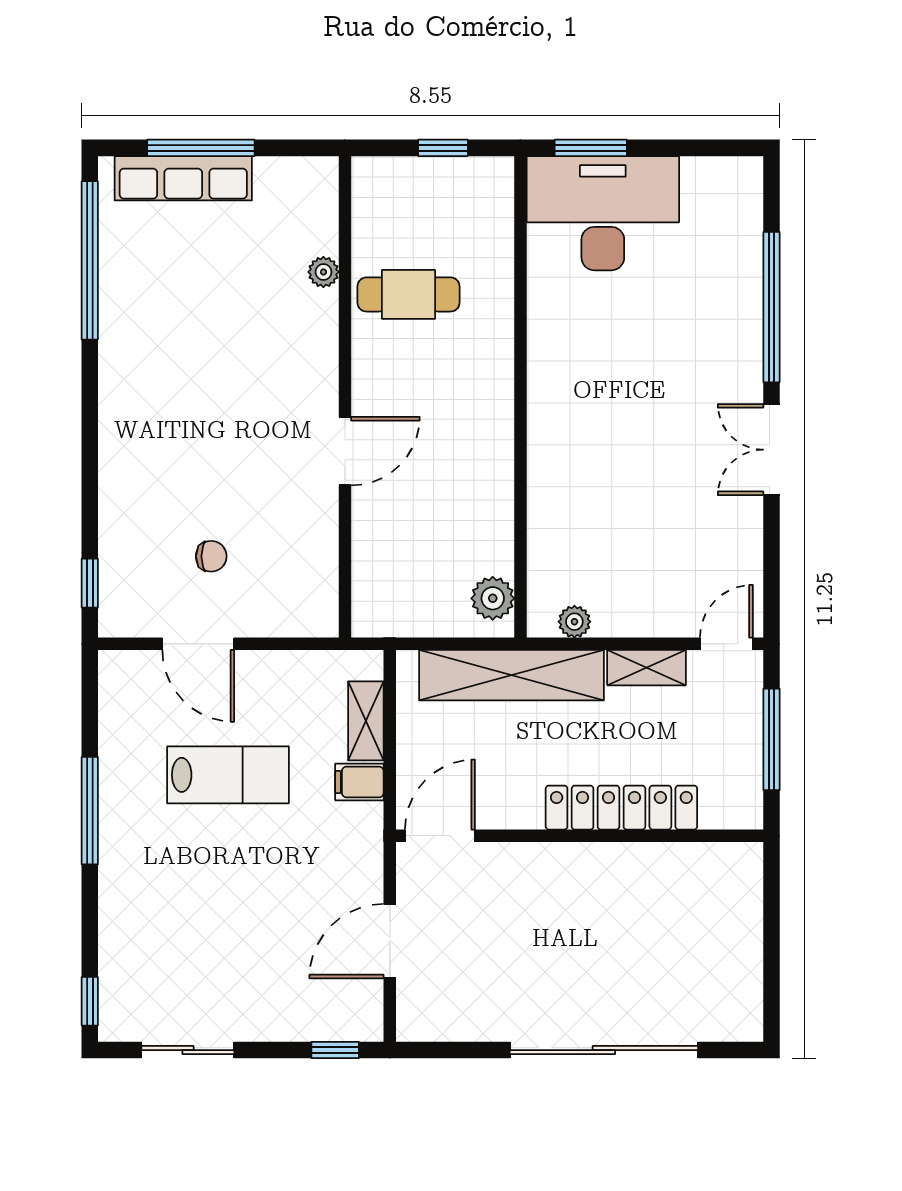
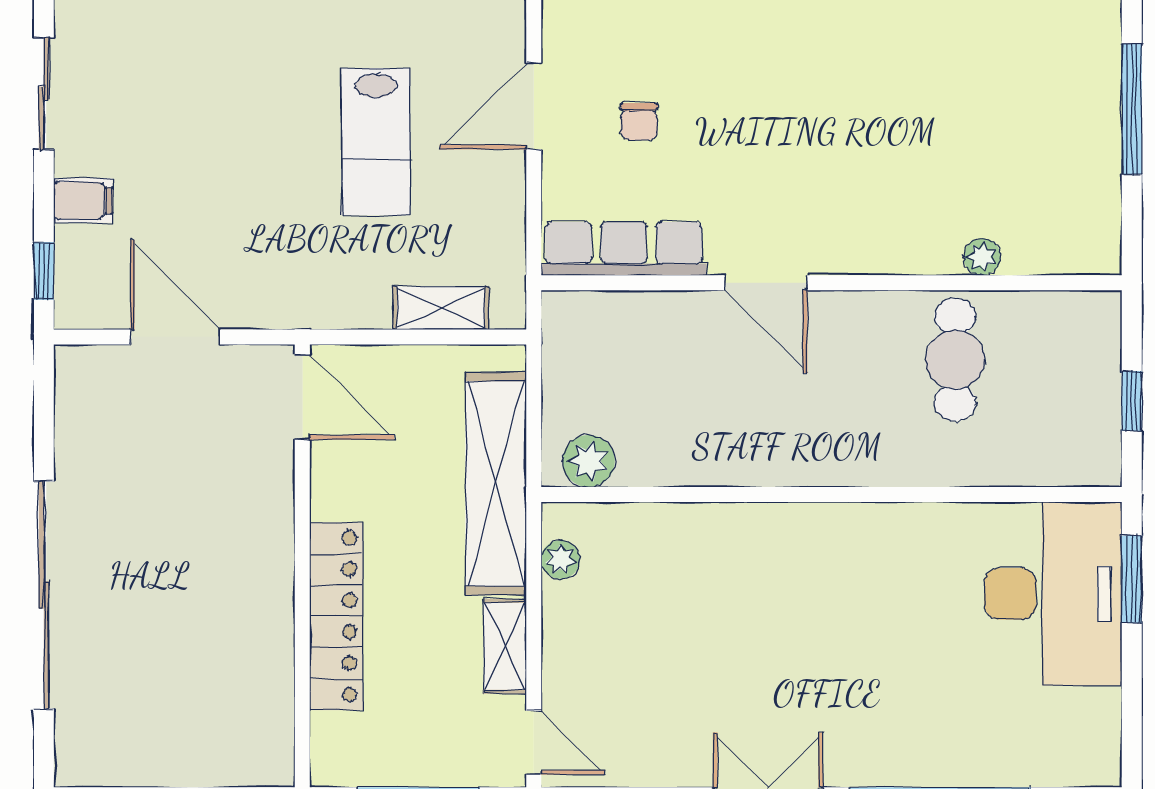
row of seats: (183, 178) -> (624, 249), moved, turned 90
filing cabinet: (359, 782) -> (83, 200), moved, turned 90

